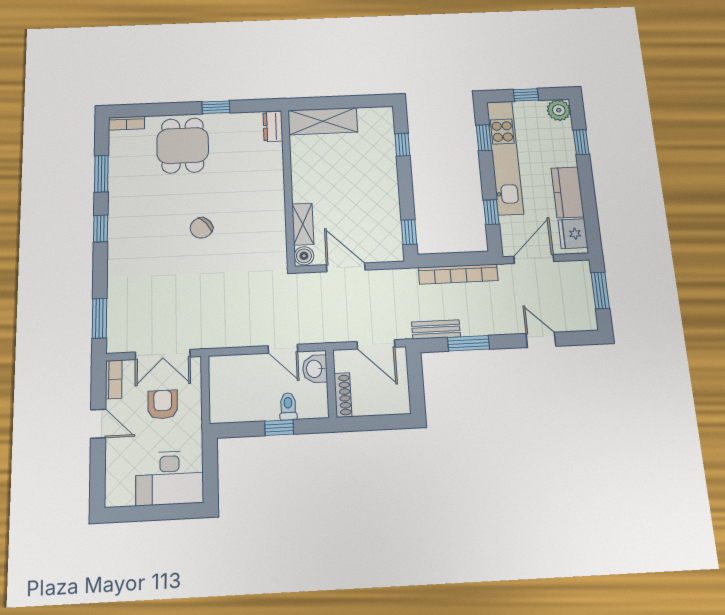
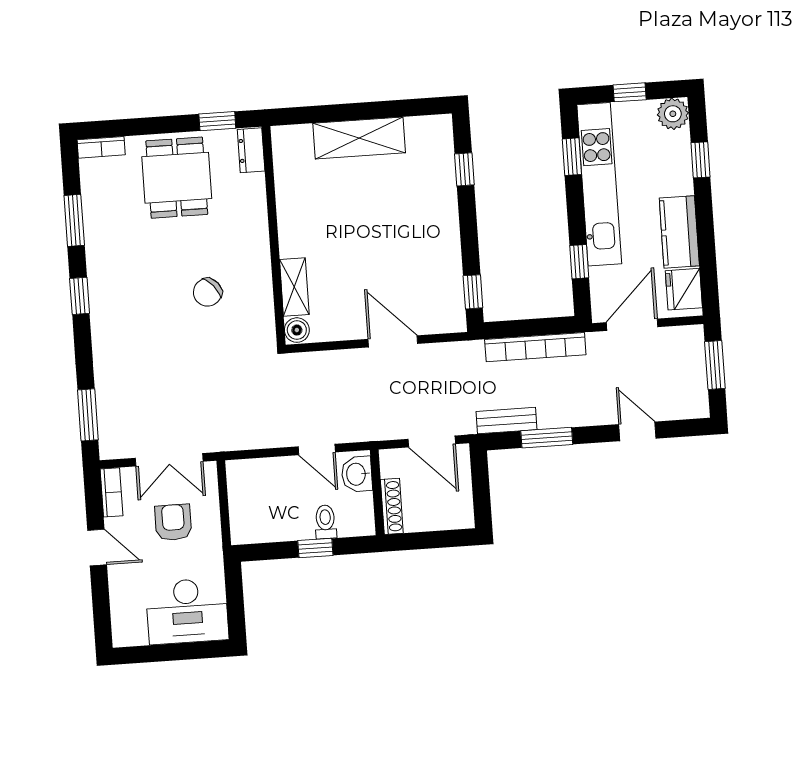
dresser: (273, 126) -> (251, 150), moved
wall: (288, 187) -> (274, 236), moved
shelving: (303, 224) -> (294, 287), moved
boiler: (304, 256) -> (297, 330), moved

